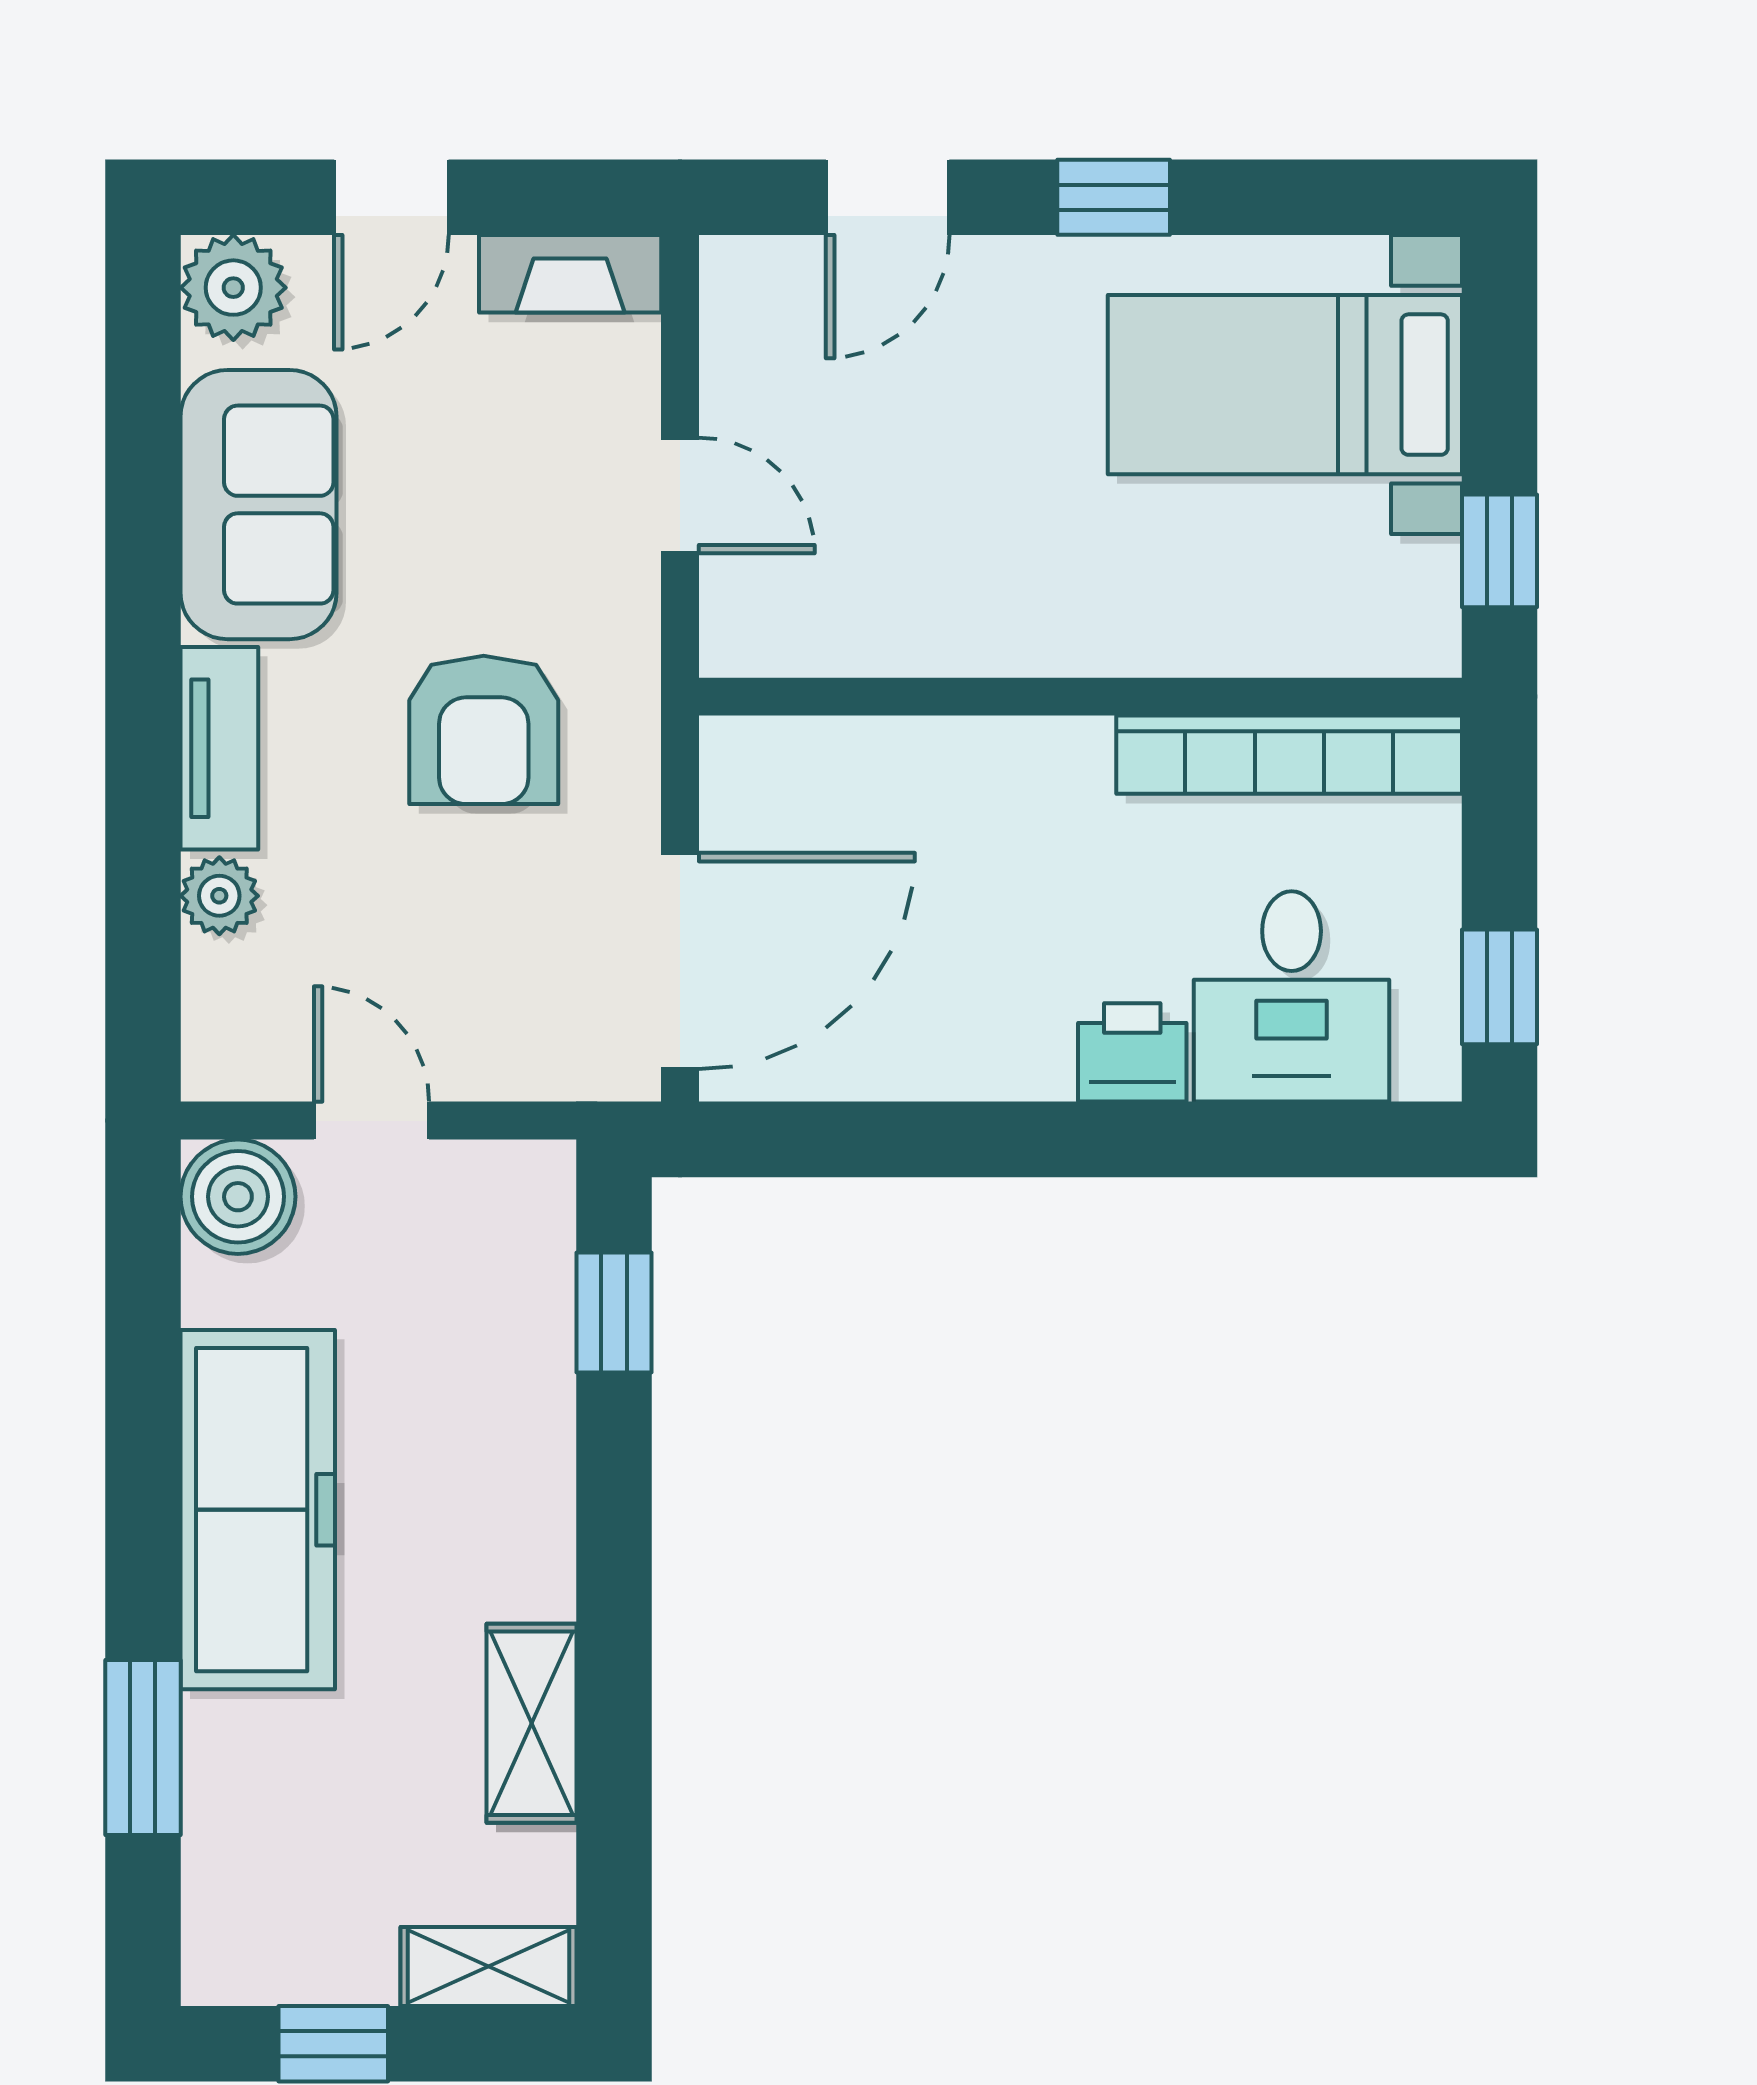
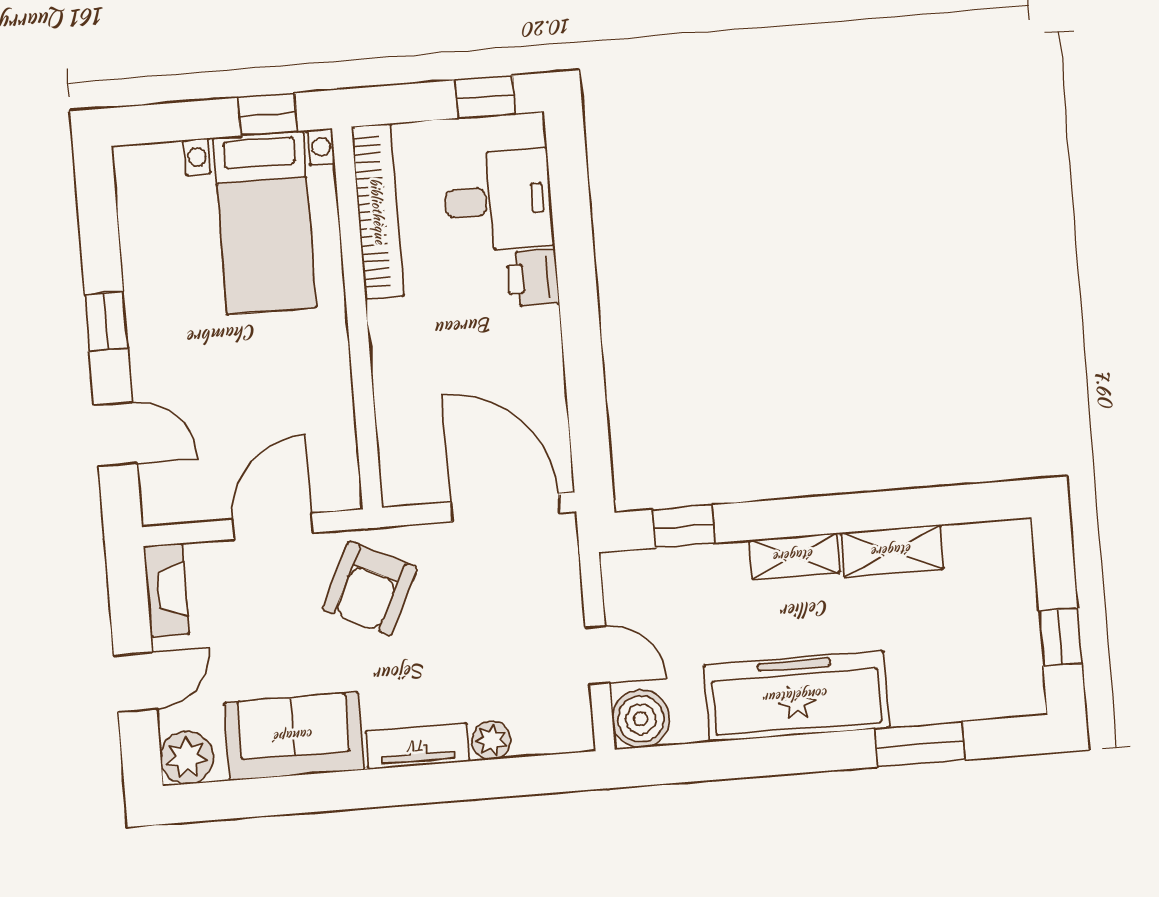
door: (391, 197) -> (135, 682), hinge flipped
bed with nightstands: (1285, 385) -> (265, 223), moved
door: (680, 495) -> (273, 526), width x1.38
armchair: (484, 730) -> (370, 589), moved, turned 116
door: (372, 1121) -> (597, 655), swing flipped
shelving: (488, 1967) -> (794, 556), moved, turned 90

